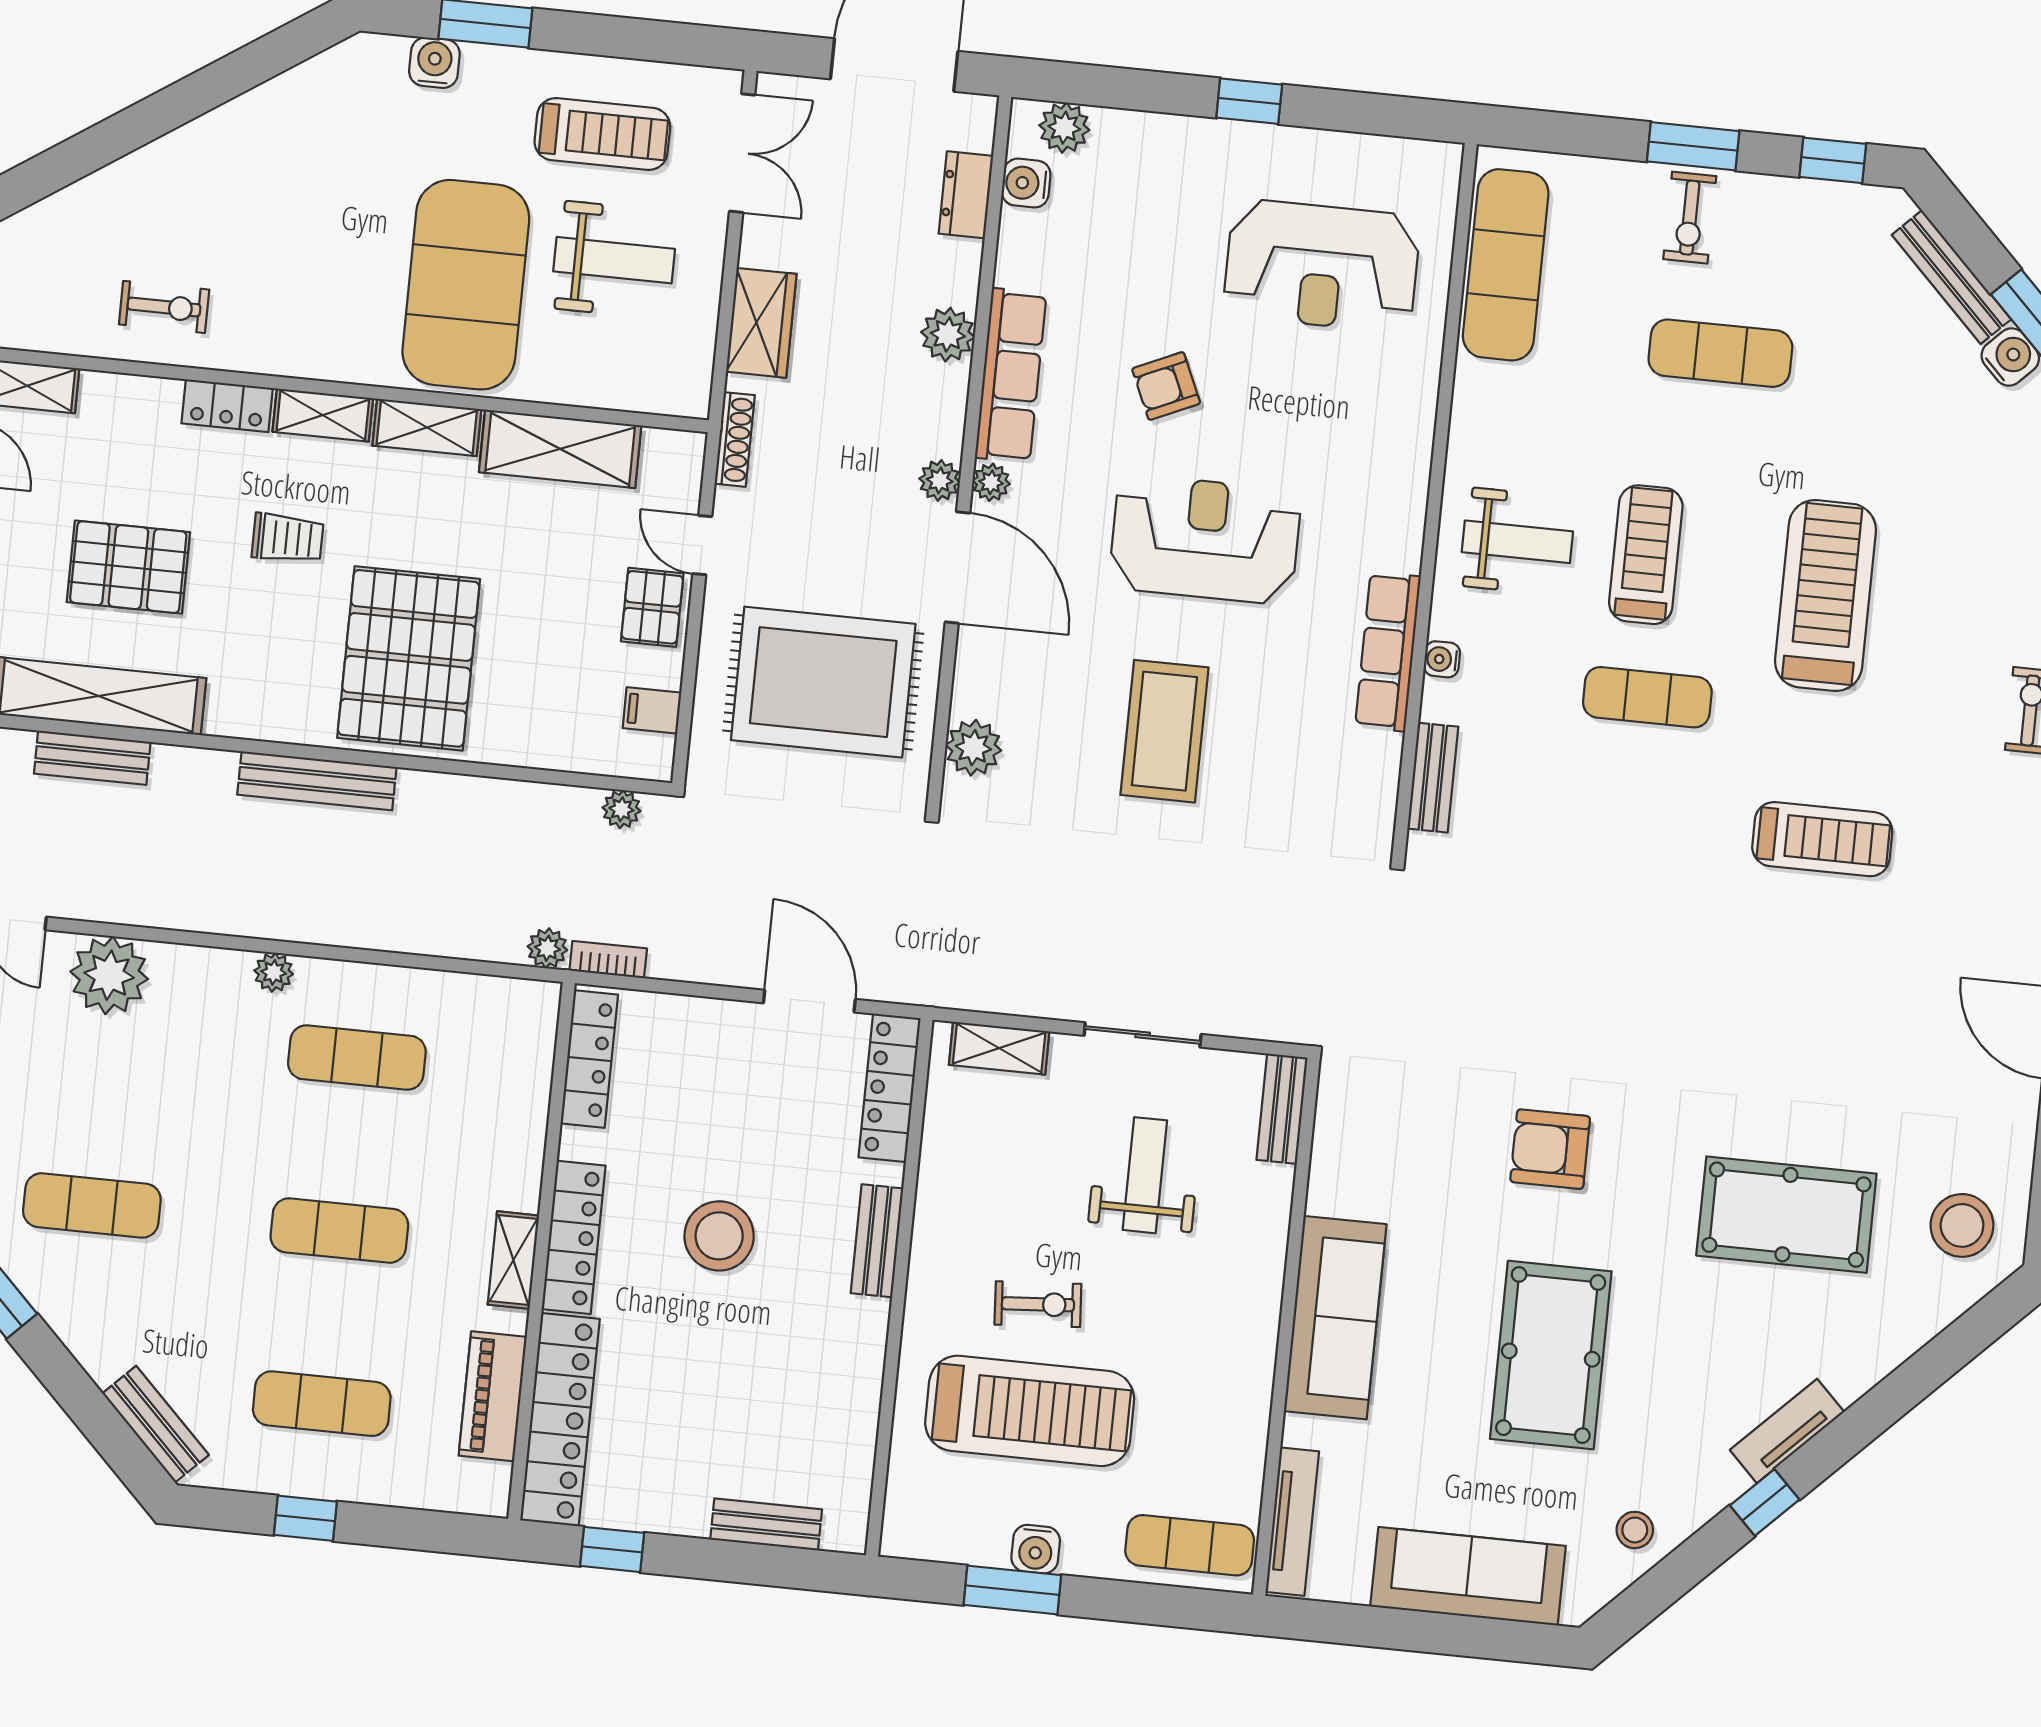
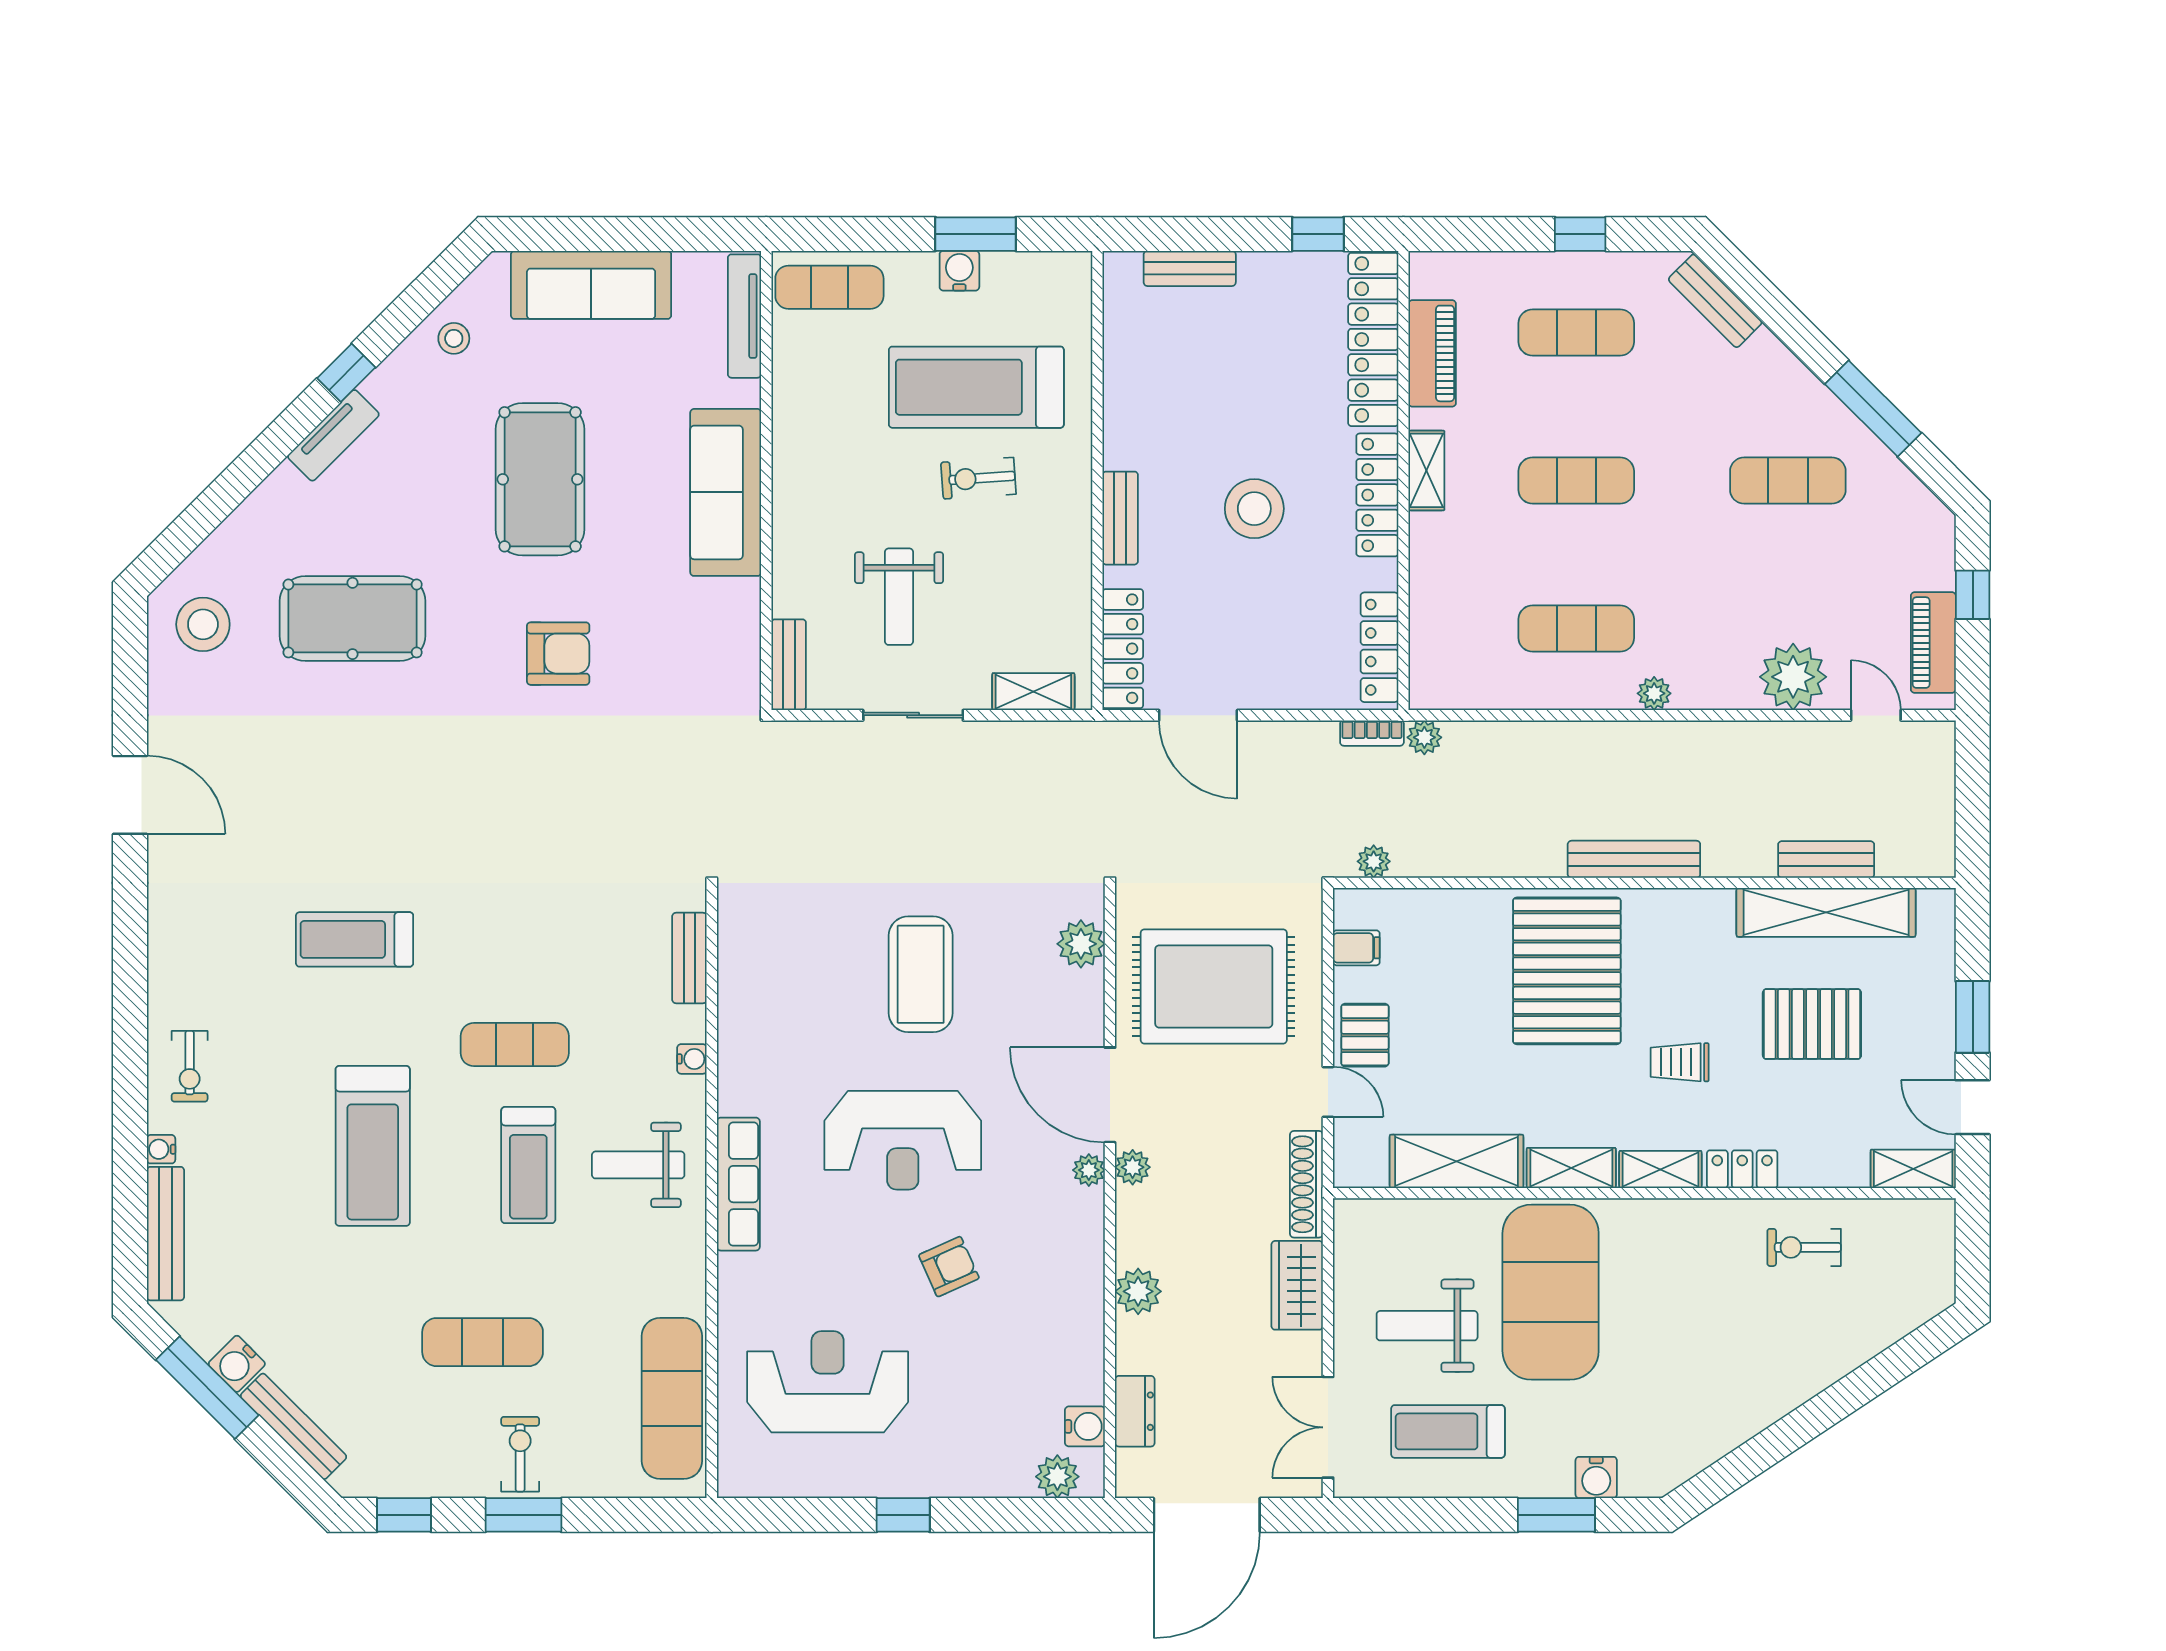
row of seats: (1011, 375) -> (1081, 1262), removed
shoe rack: (735, 439) -> (1306, 1184), width x1.36, depth x1.24
row of seats: (1388, 652) -> (738, 1184), moved

